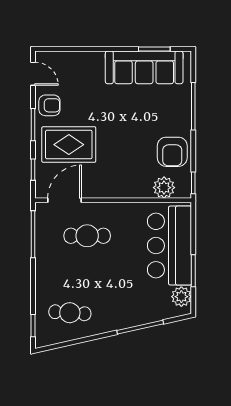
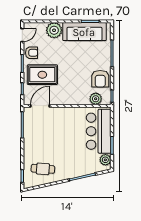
plant: (90, 65) -> (54, 30), added
door: (33, 74) -> (22, 35), hinge flipped
cafe table: (87, 236) -> (53, 126), removed

